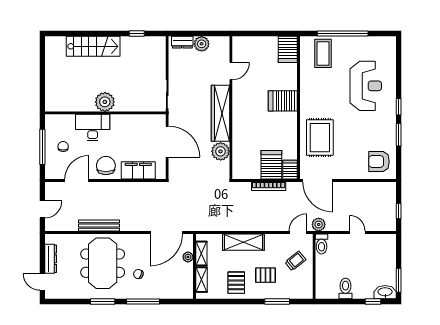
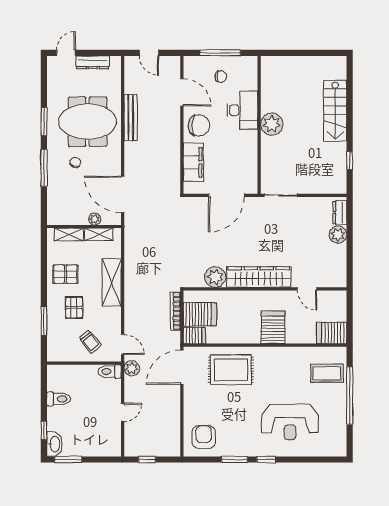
door: (231, 71) -> (307, 289), moved
wall: (231, 108) -> (265, 289), moved
wardrobe: (221, 113) -> (259, 277), moved
plant: (221, 151) -> (215, 277), moved

